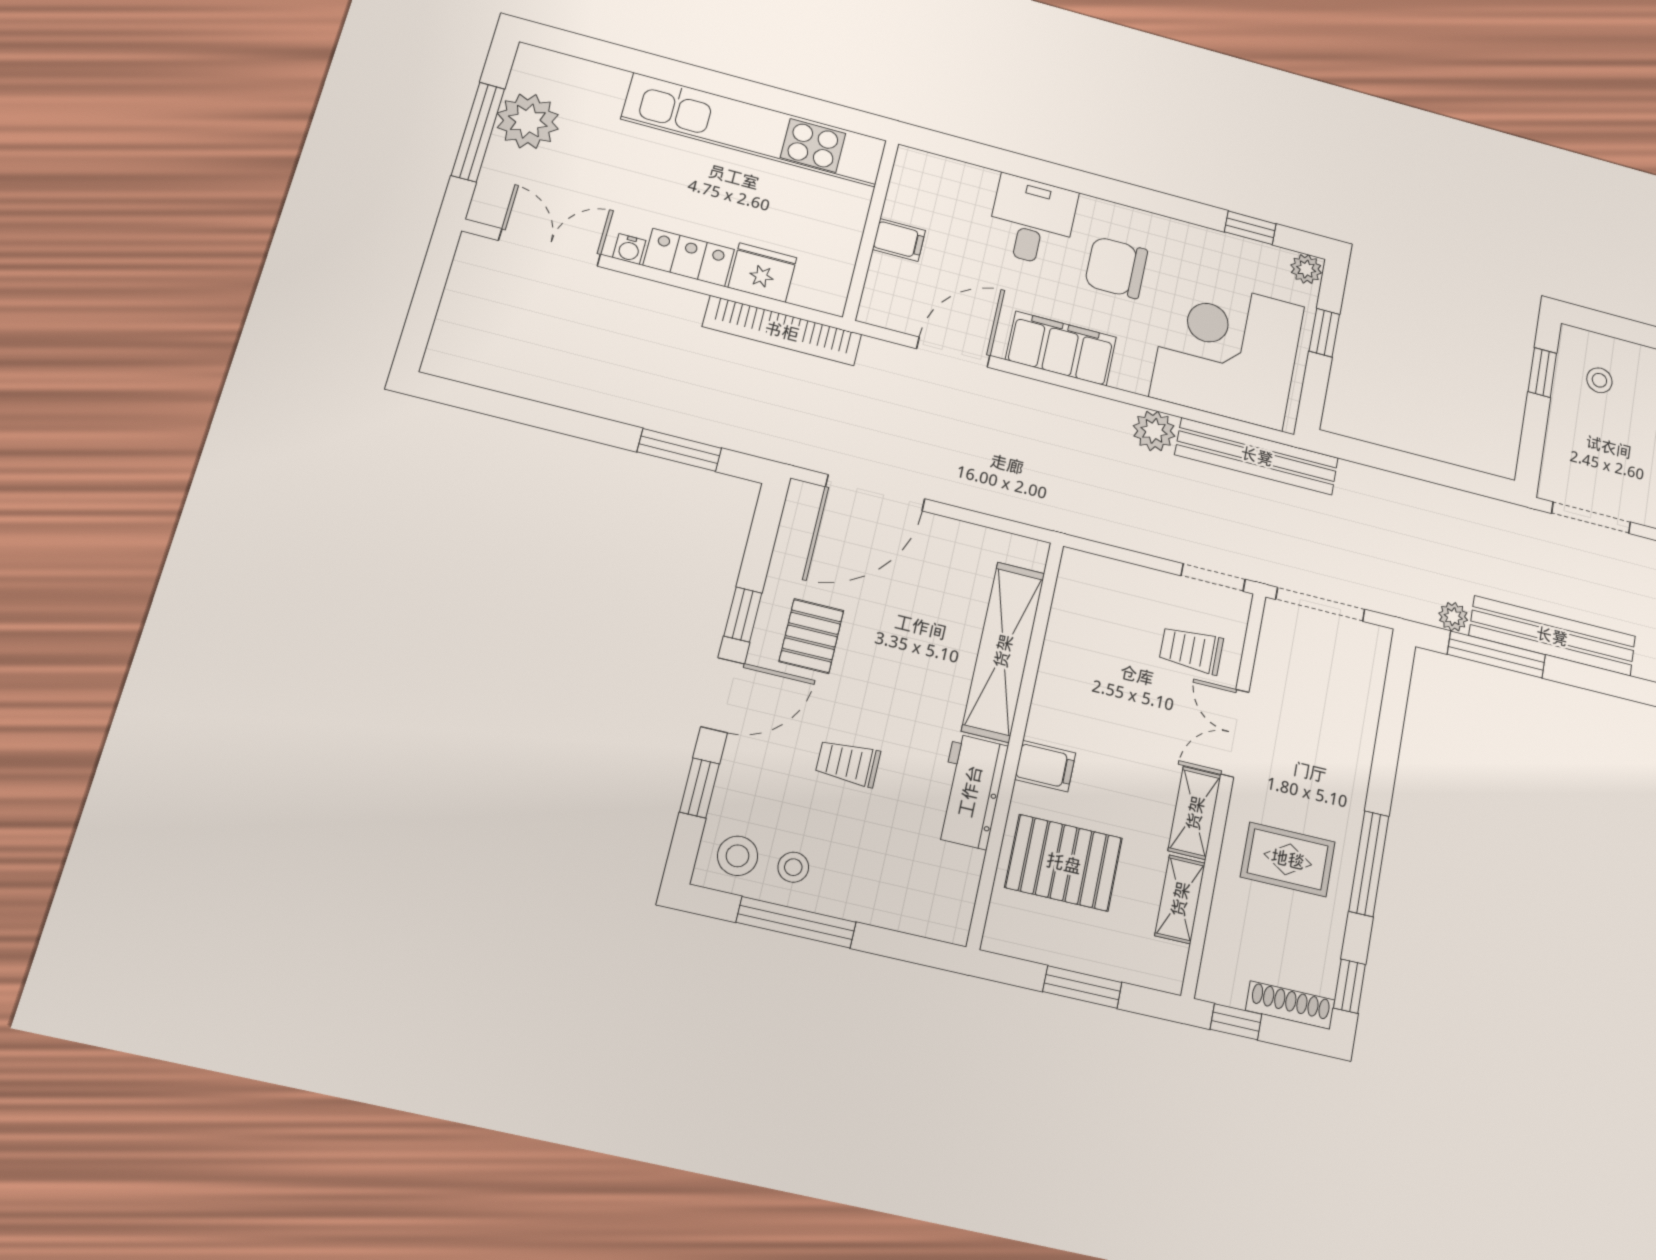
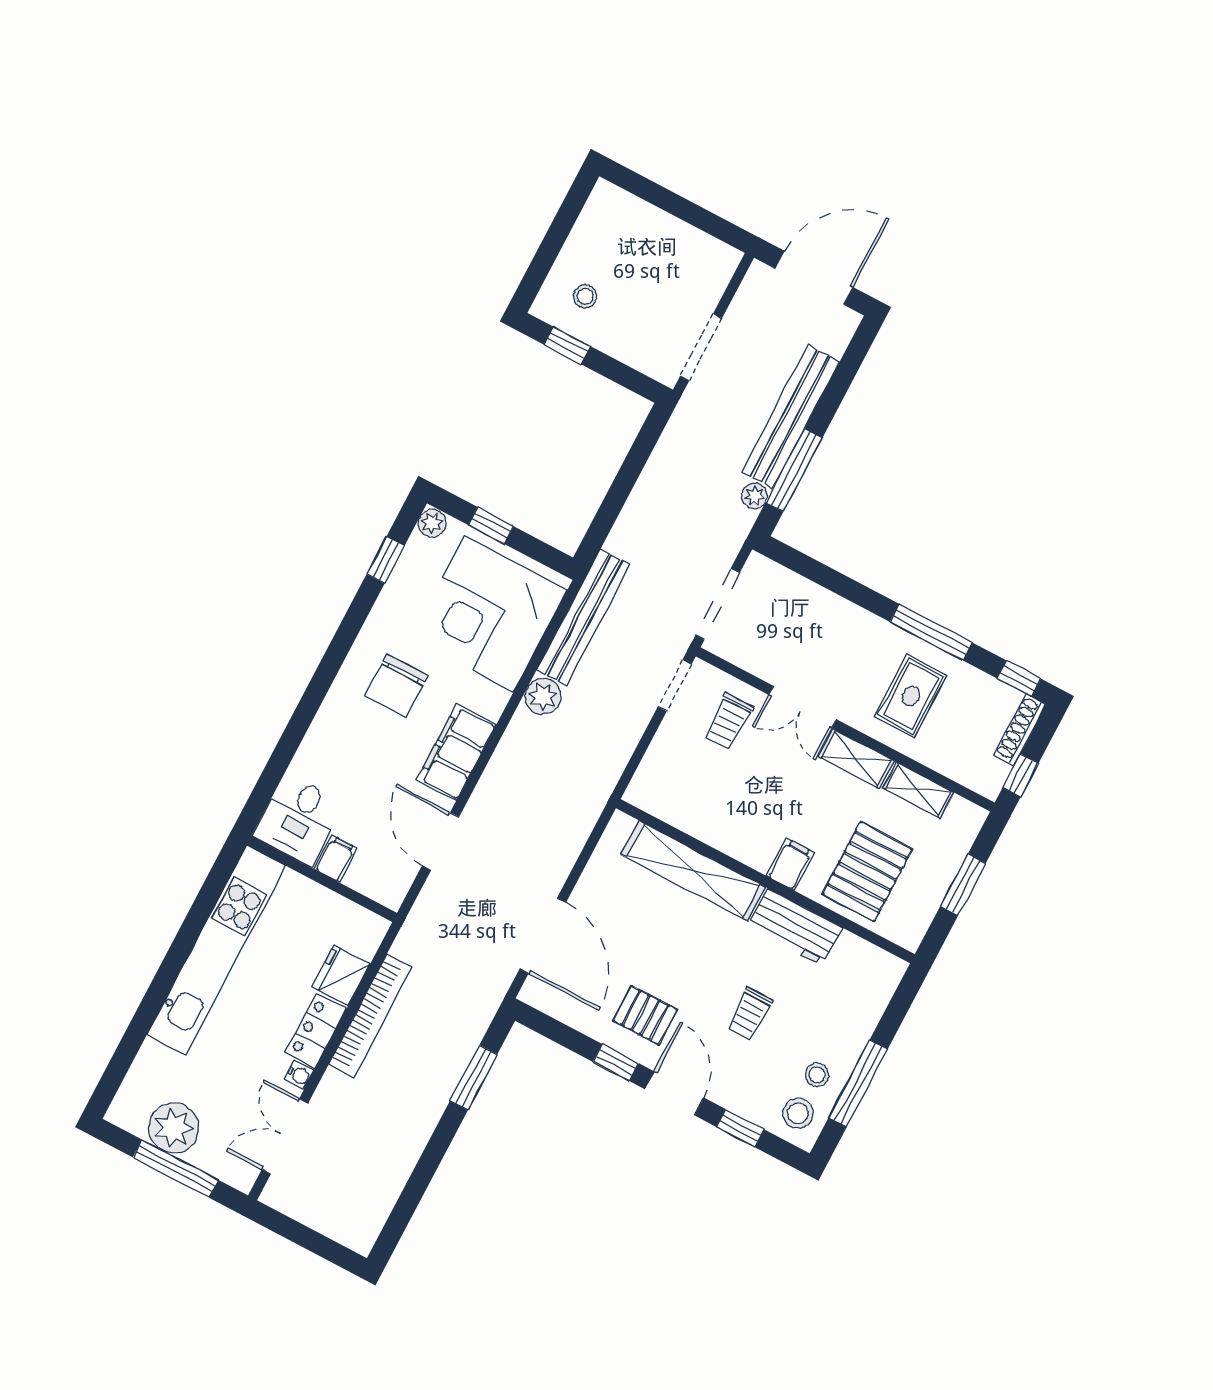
desk: (1032, 221) -> (298, 820), moved, turned -90
bookcase: (782, 331) -> (370, 1016), moved

